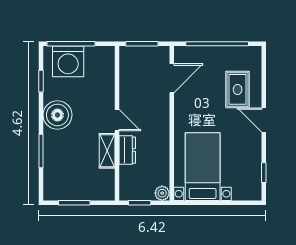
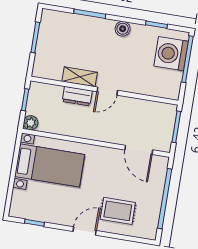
boiler: (57, 115) -> (123, 29), width x0.54, depth x0.54

